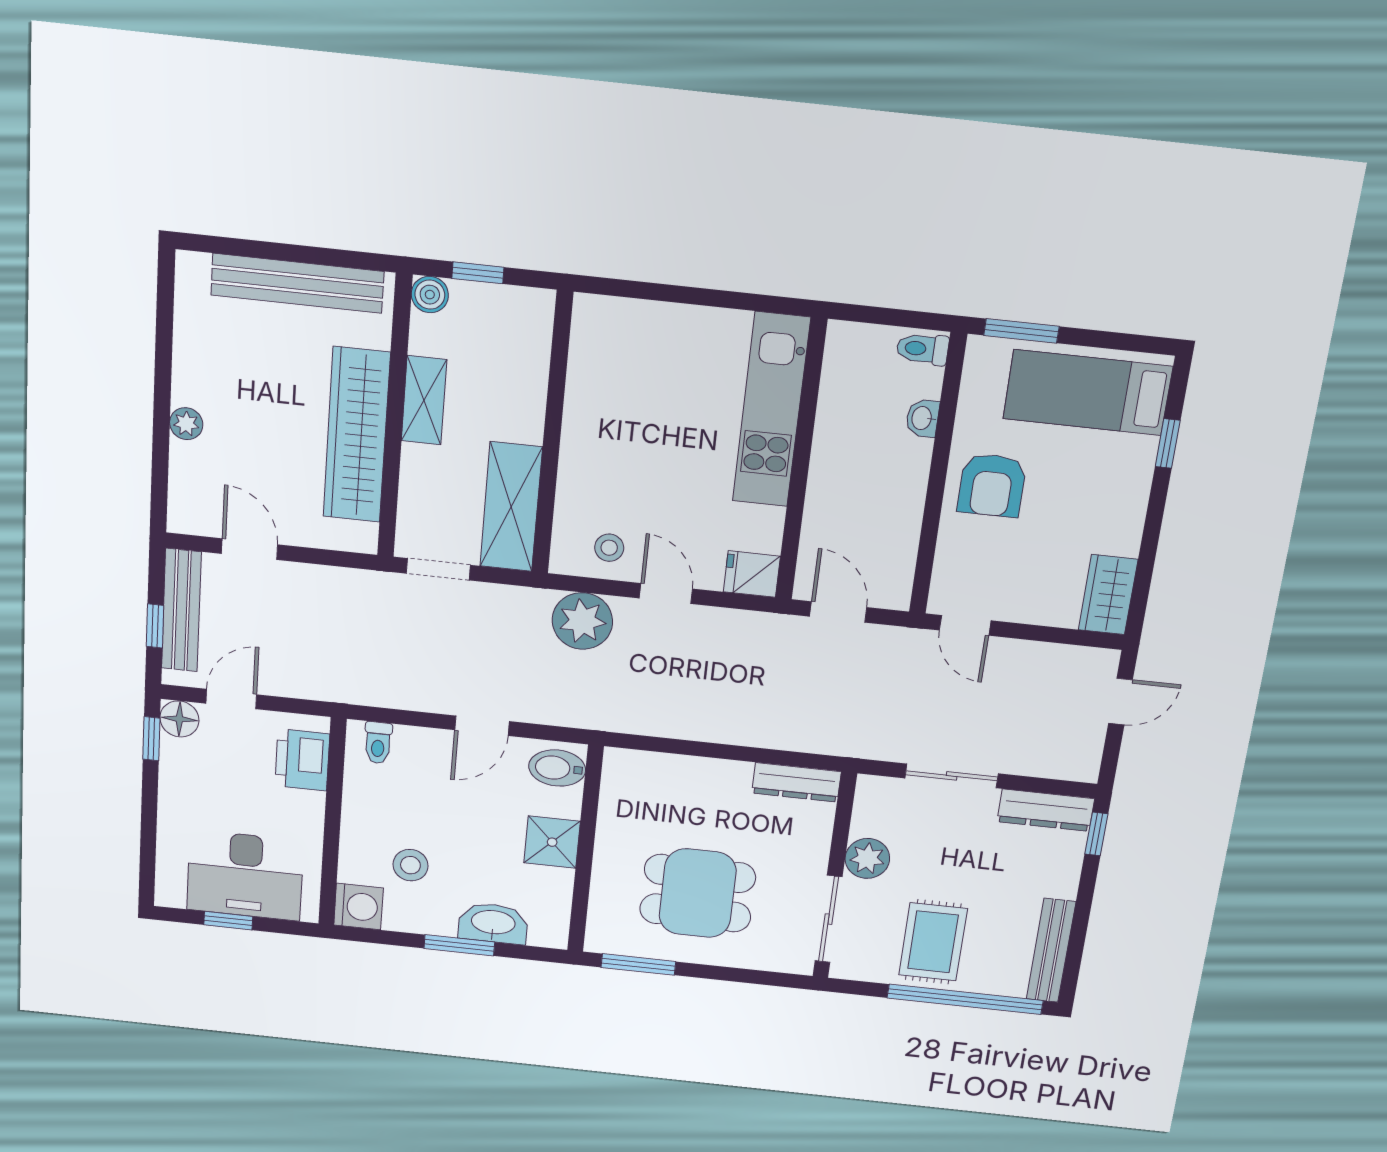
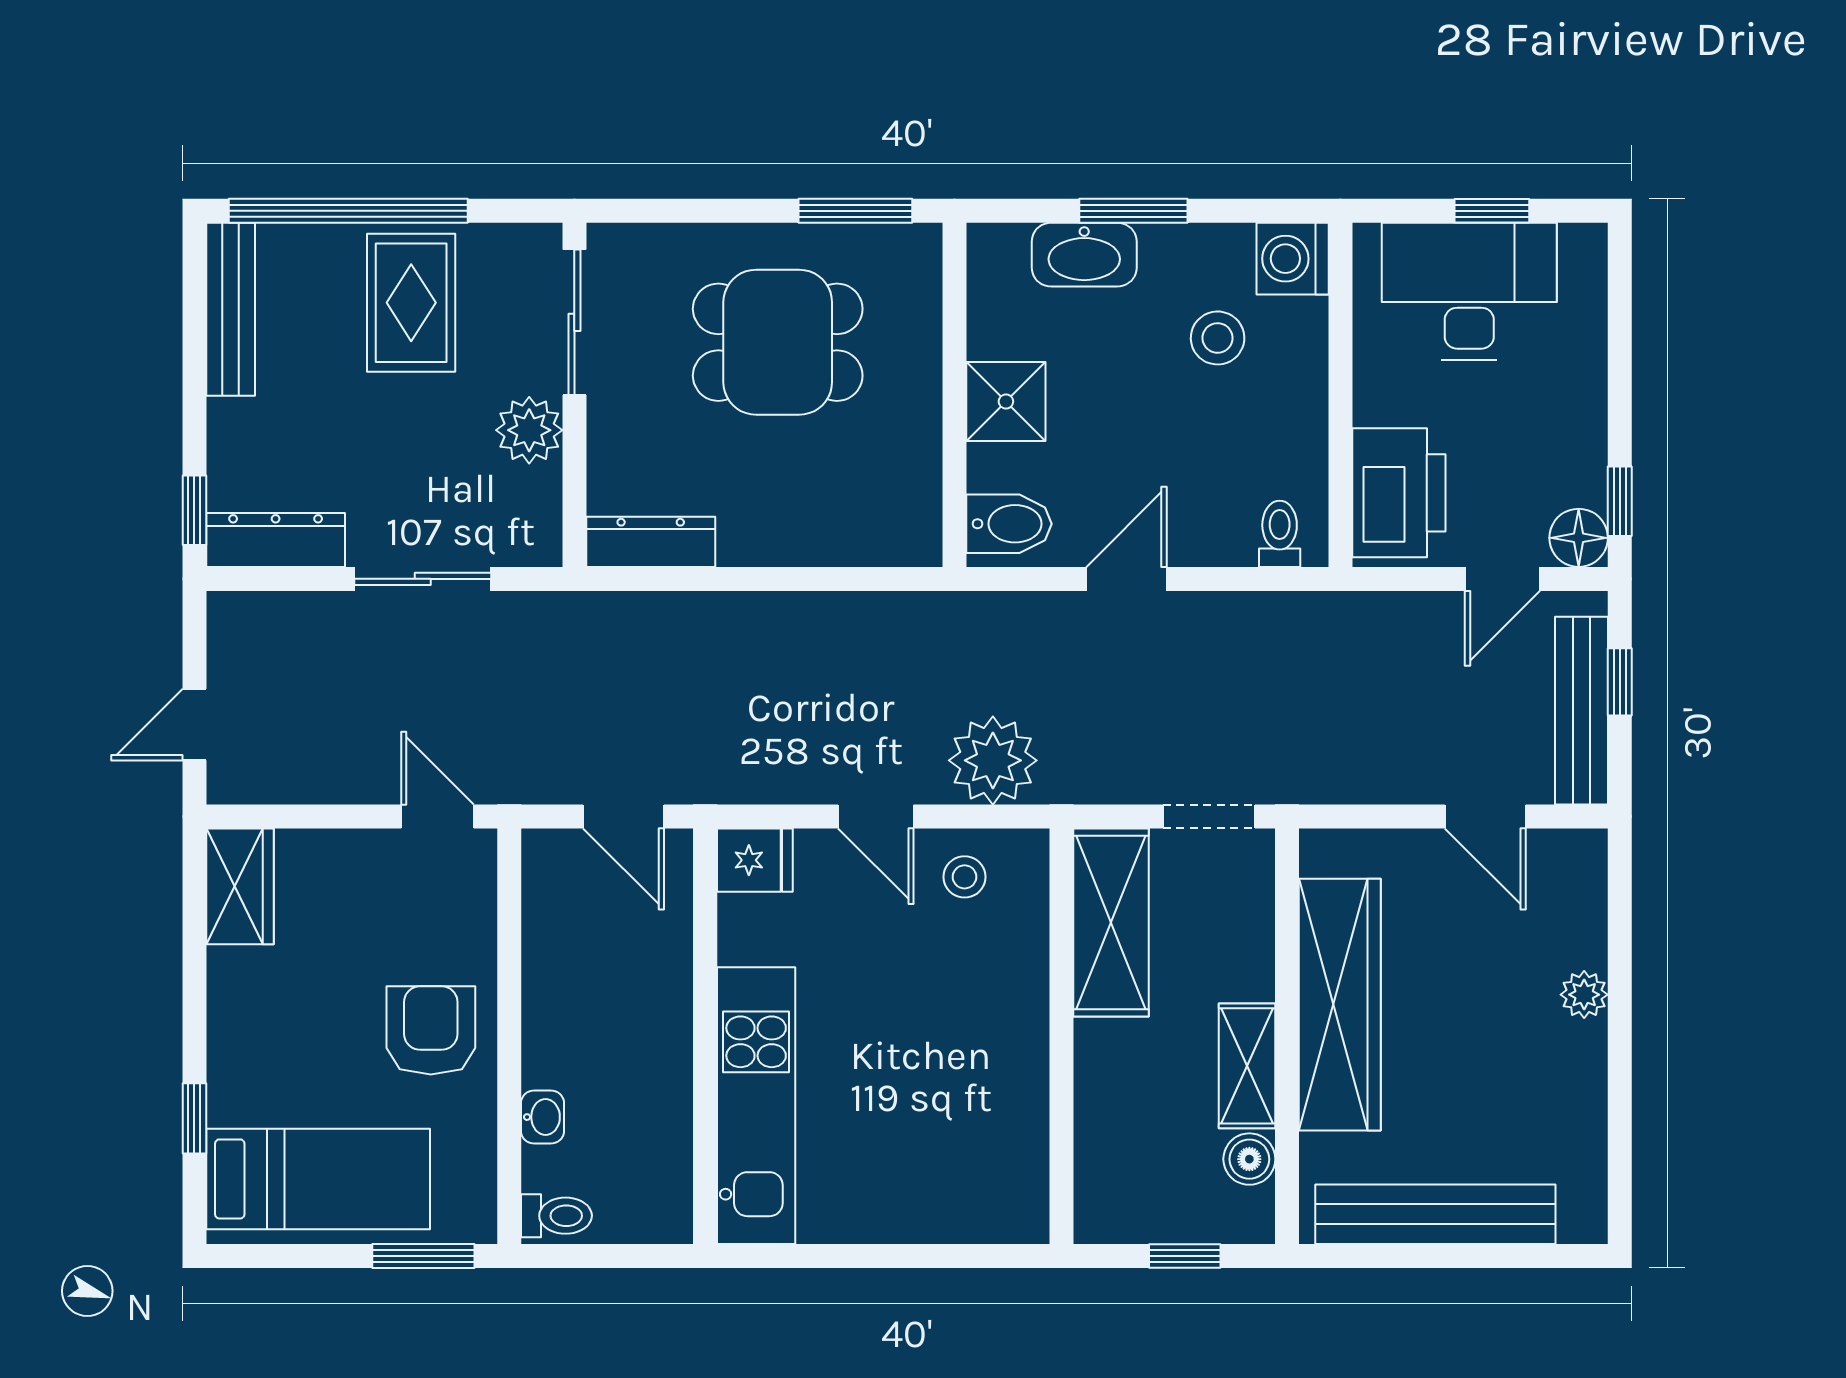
boiler: (430, 295) -> (1249, 1159), moved
printer: (302, 760) -> (1399, 493), width x1.37, depth x1.19

